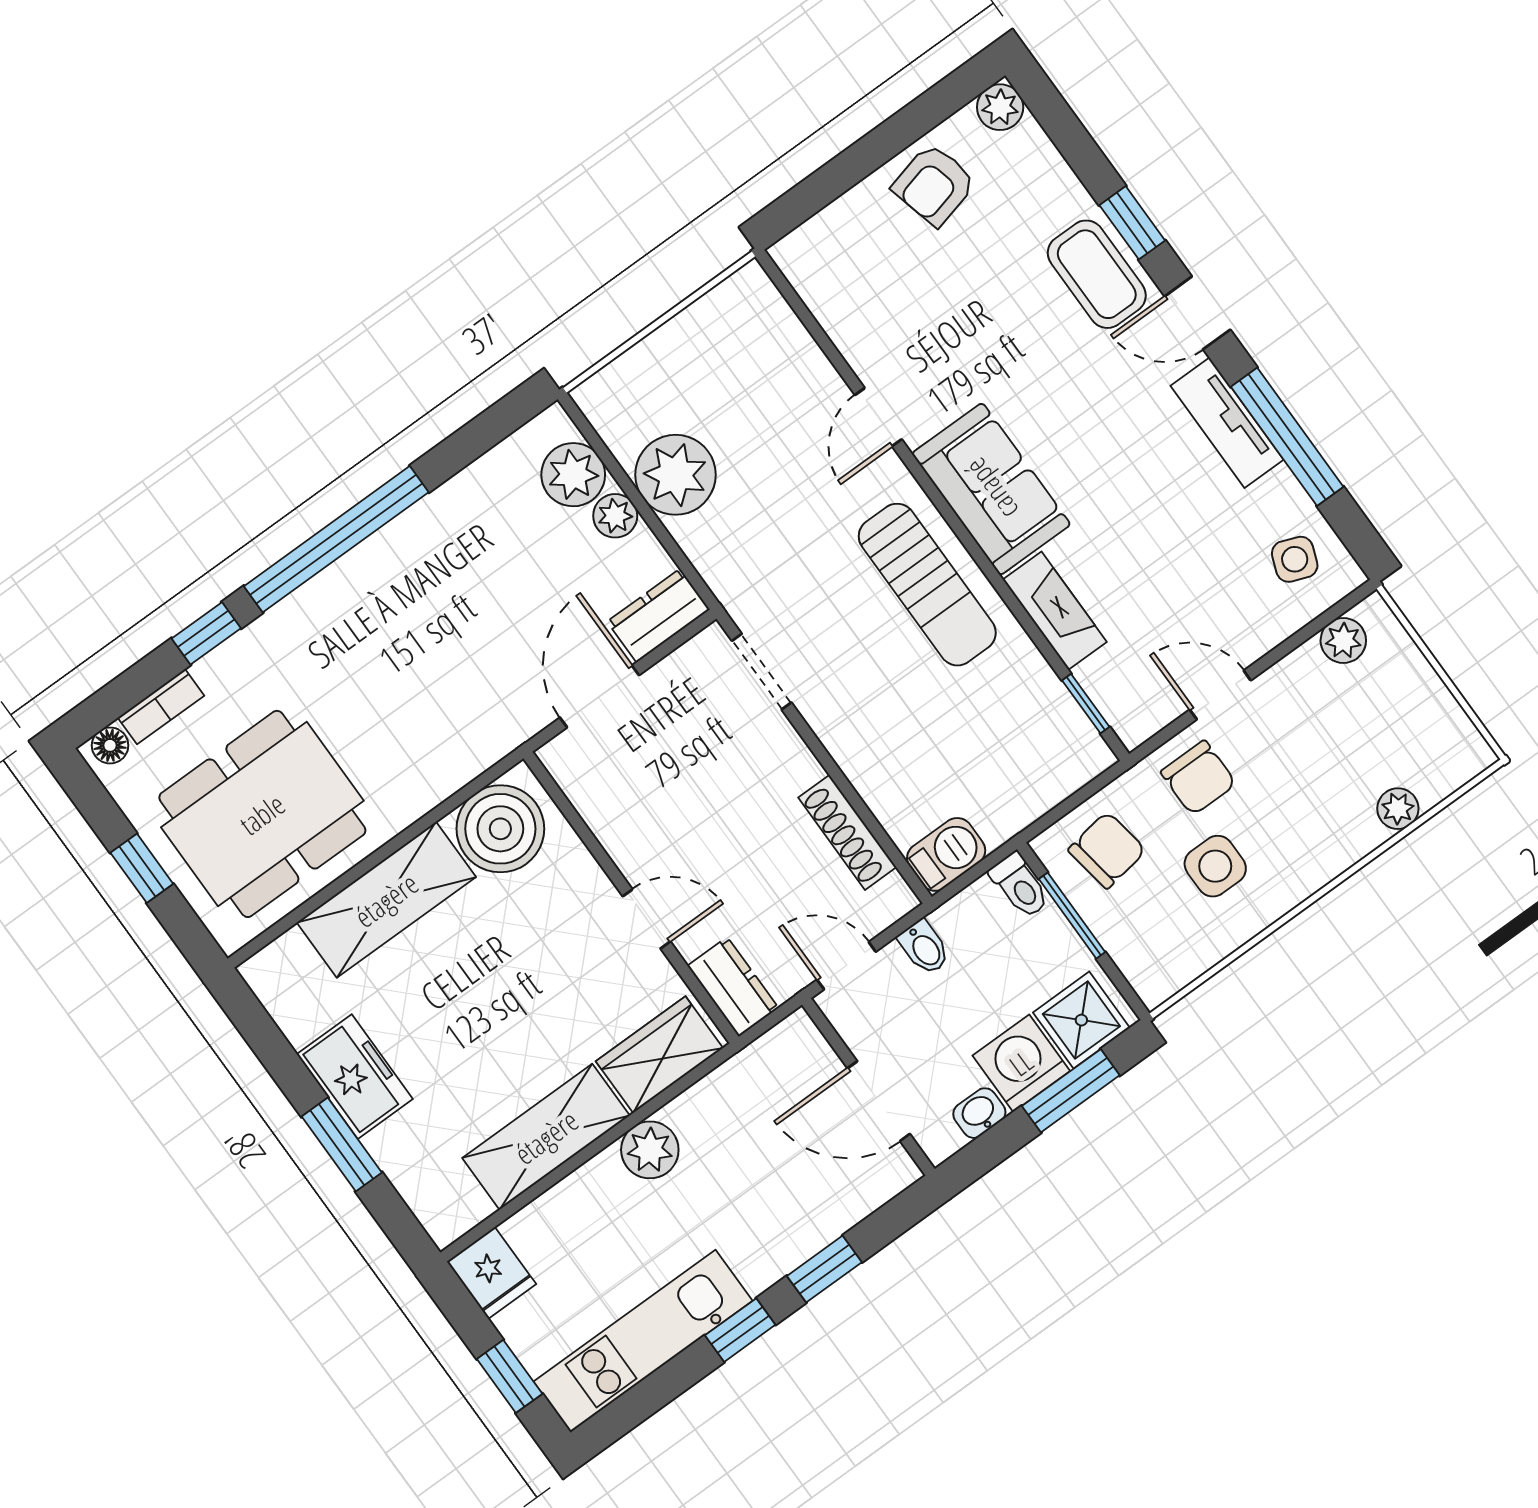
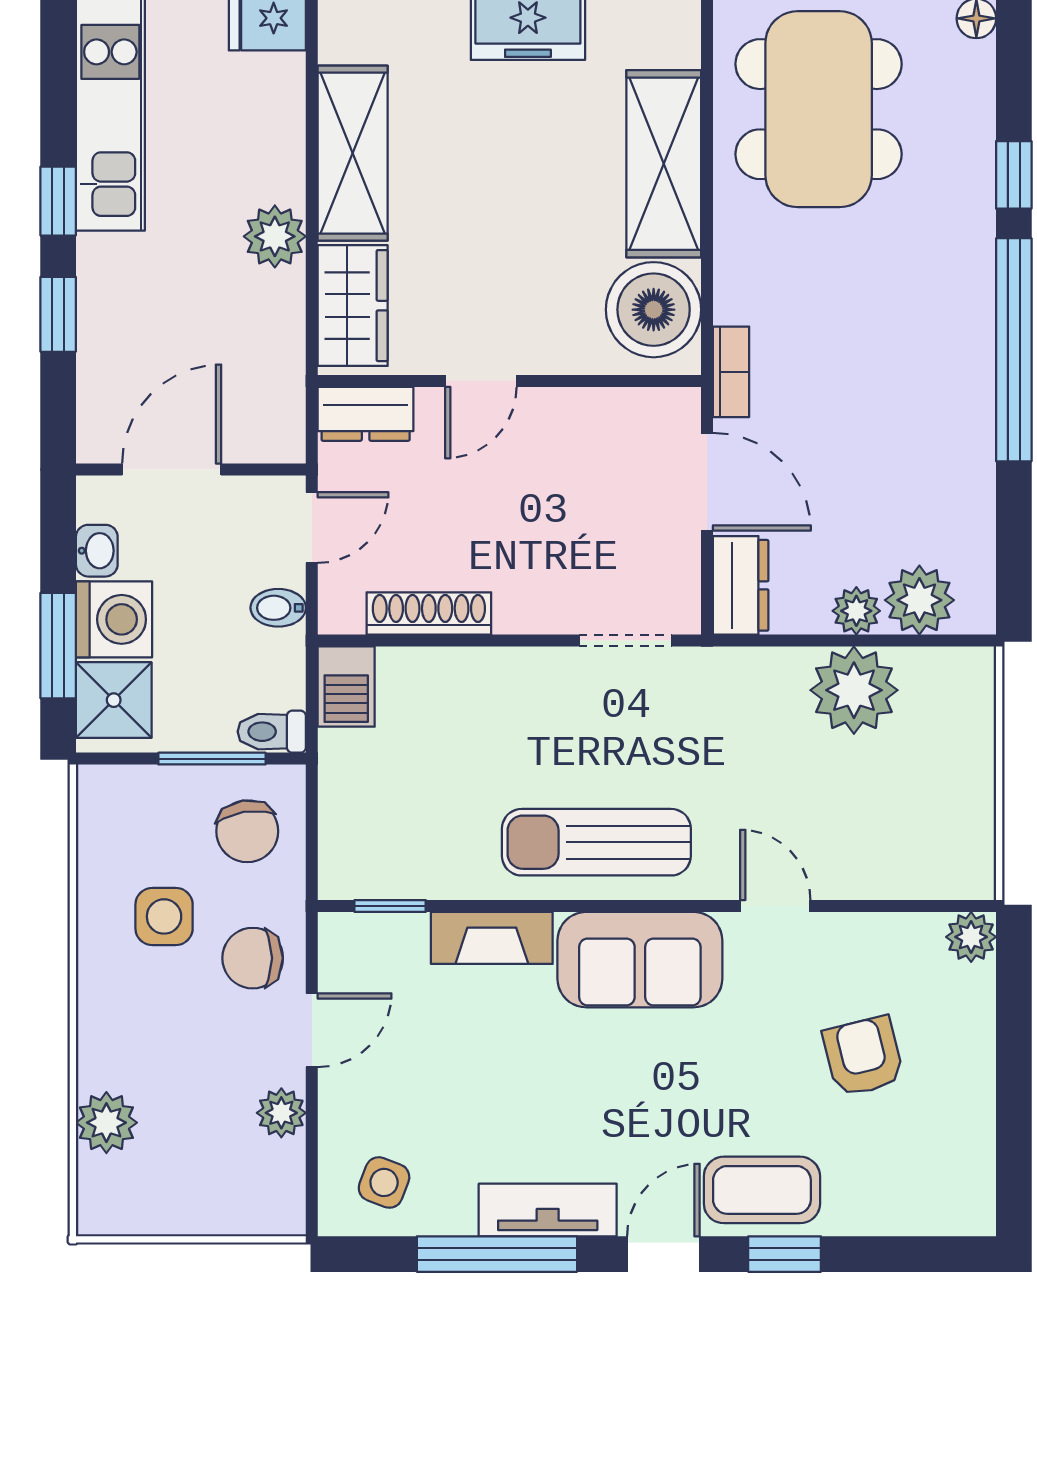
plant: (1000, 107) -> (971, 937), moved
armchair: (934, 185) -> (863, 1056), moved
plant: (1343, 640) -> (281, 1113), moved
bookcase: (161, 707) -> (731, 372), moved, turned 180
plant: (1398, 809) -> (106, 1123), width x1.38, depth x1.38

